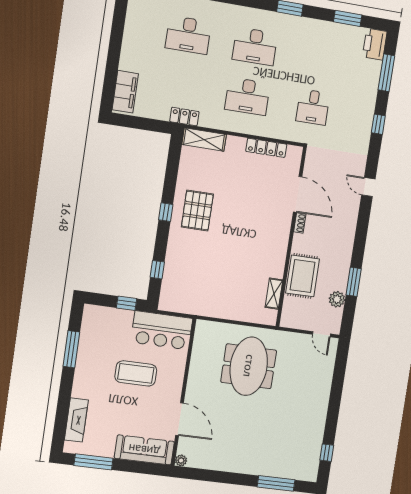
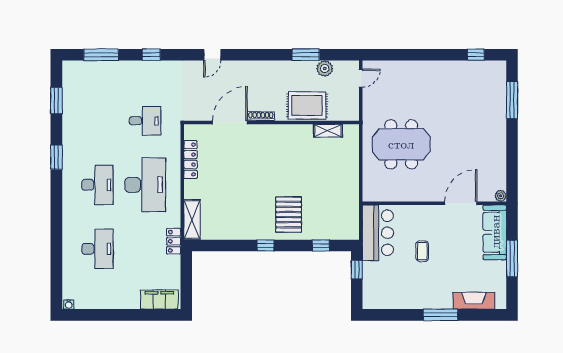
printer: (375, 44) -> (76, 70), removed
desk: (247, 96) -> (145, 185), width x1.36, depth x1.30
pallet: (197, 211) -> (289, 215), moved, turned 90
shoe rack: (300, 223) -> (261, 116), width x1.43
window: (71, 349) -> (440, 315), moved
coffee table: (136, 373) -> (422, 251), width x0.54, depth x0.58
window: (93, 462) -> (512, 258), moved

